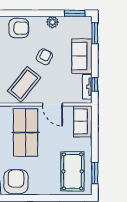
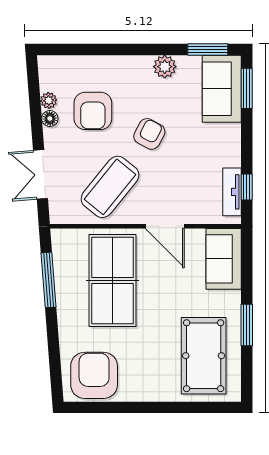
armchair: (19, 28) -> (93, 111), moved, turned 90
sofa: (82, 56) -> (222, 89), moved
window: (95, 173) -> (247, 325), moved

